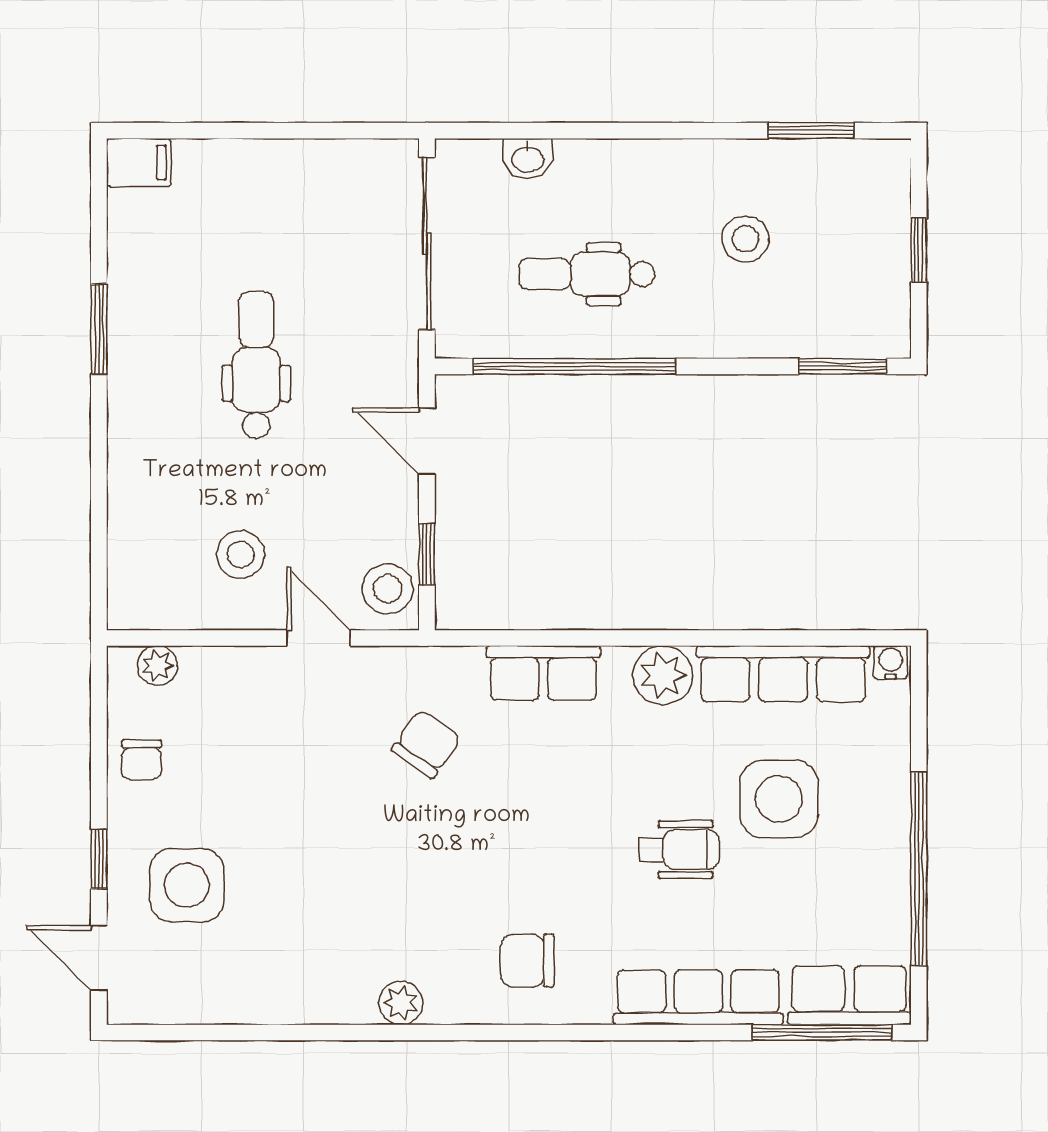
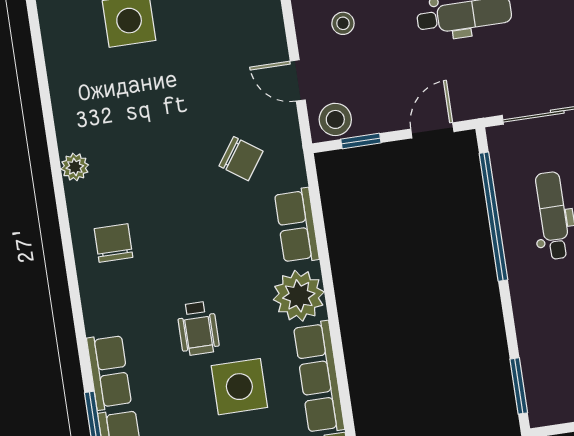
stool: (241, 555) -> (343, 23), width x0.73, depth x0.73
door: (319, 638) -> (298, 80), swing flipped
plant: (663, 675) -> (299, 296), width x1.36, depth x1.36
row of seats: (698, 997) -> (109, 372), width x0.68

